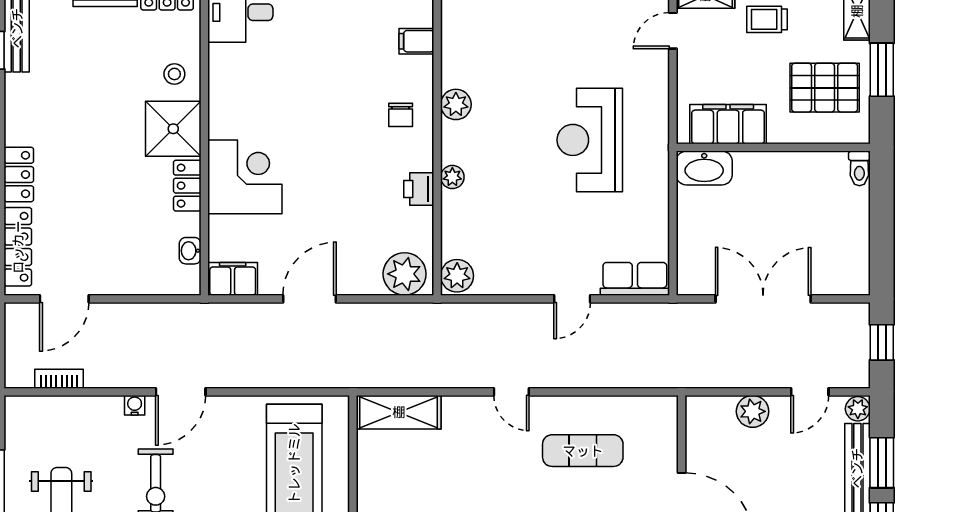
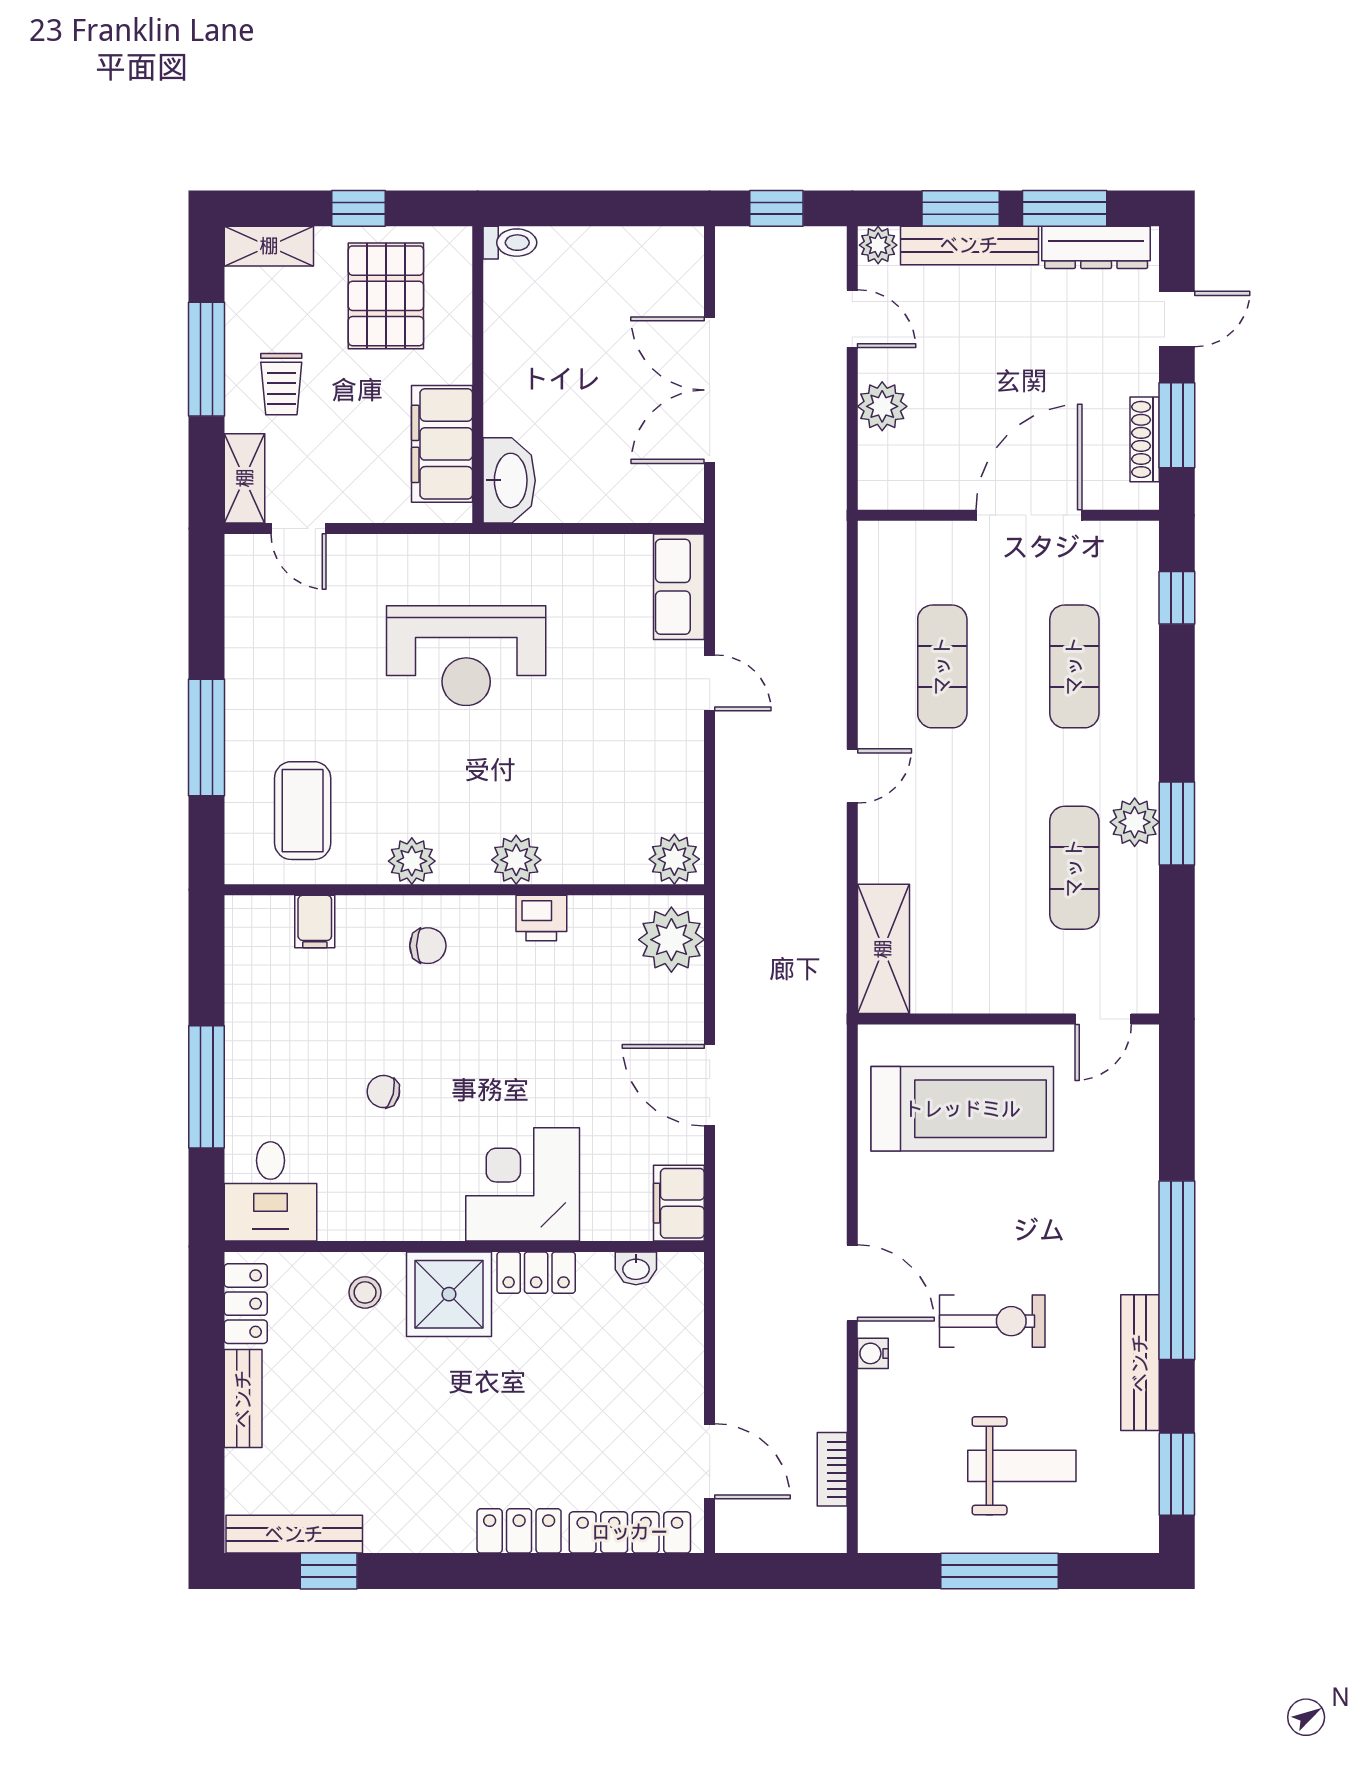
coffee table: (489, 33) -> (303, 811), added
window: (882, 70) -> (359, 208), width x0.67
chair: (306, 86) -> (383, 1091), added
plant: (452, 177) -> (516, 860), width x1.38, depth x1.38

